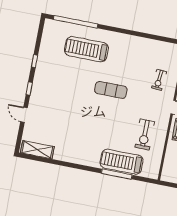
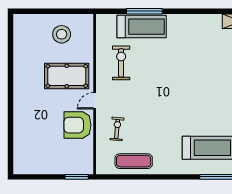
exercise mat: (111, 90) -> (134, 161), moved

